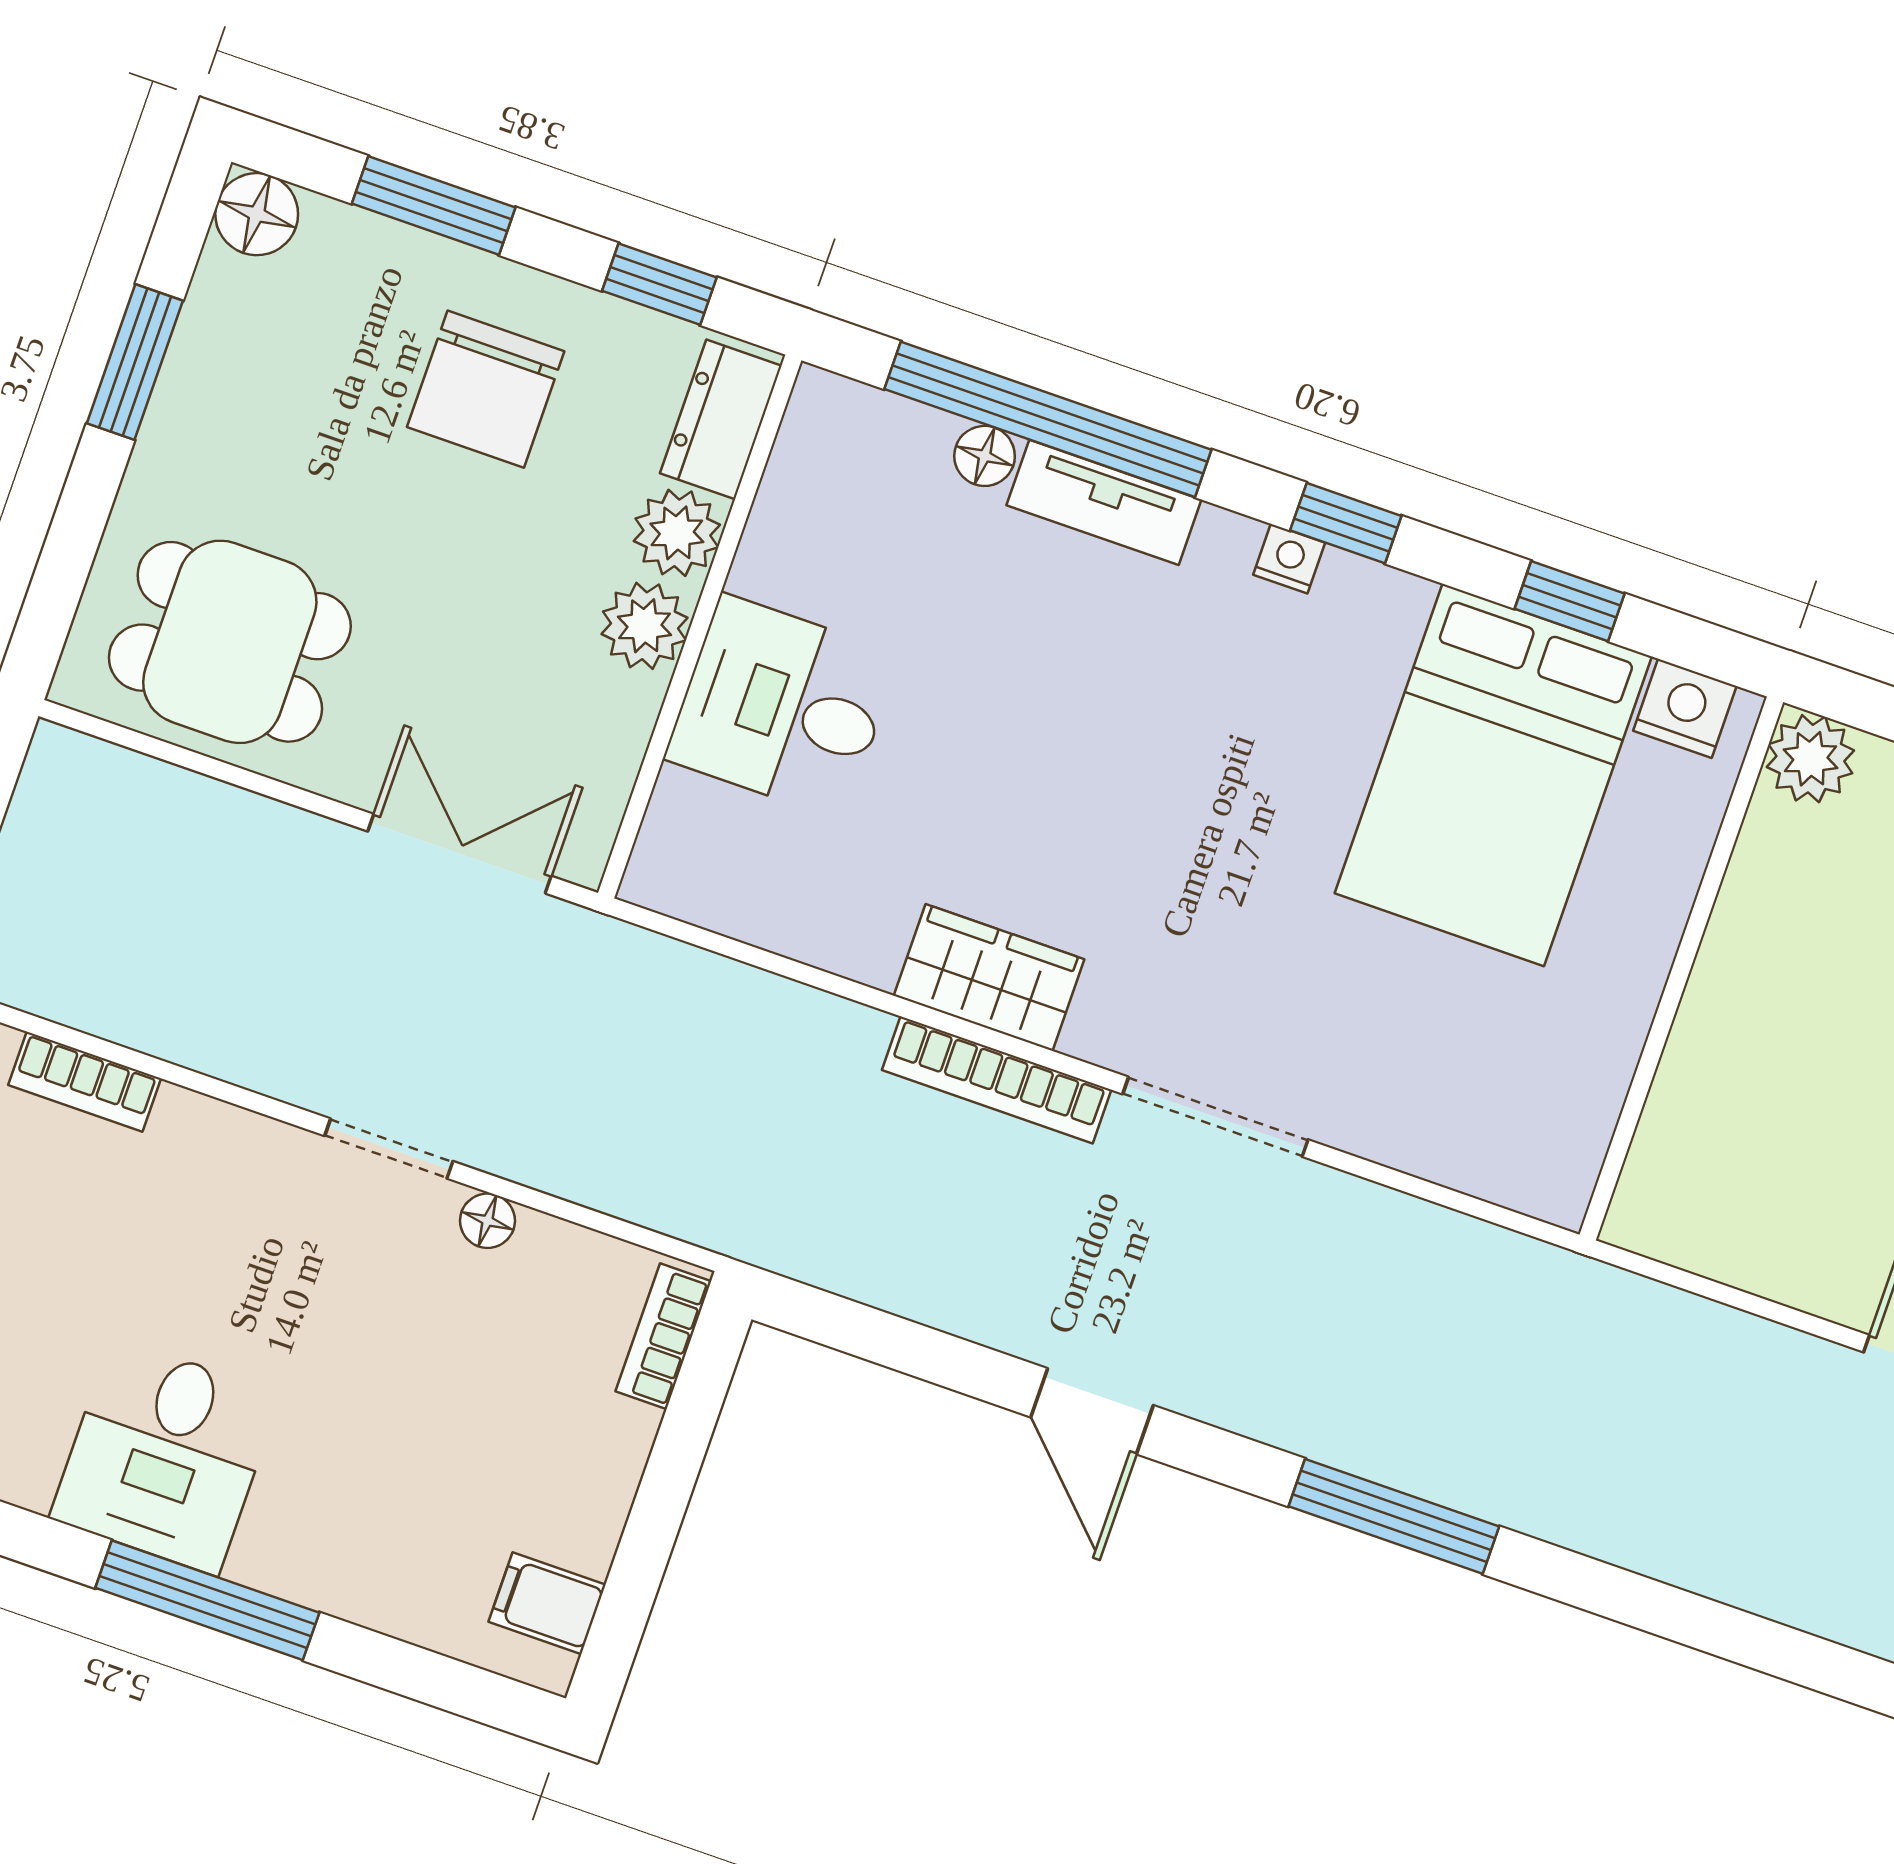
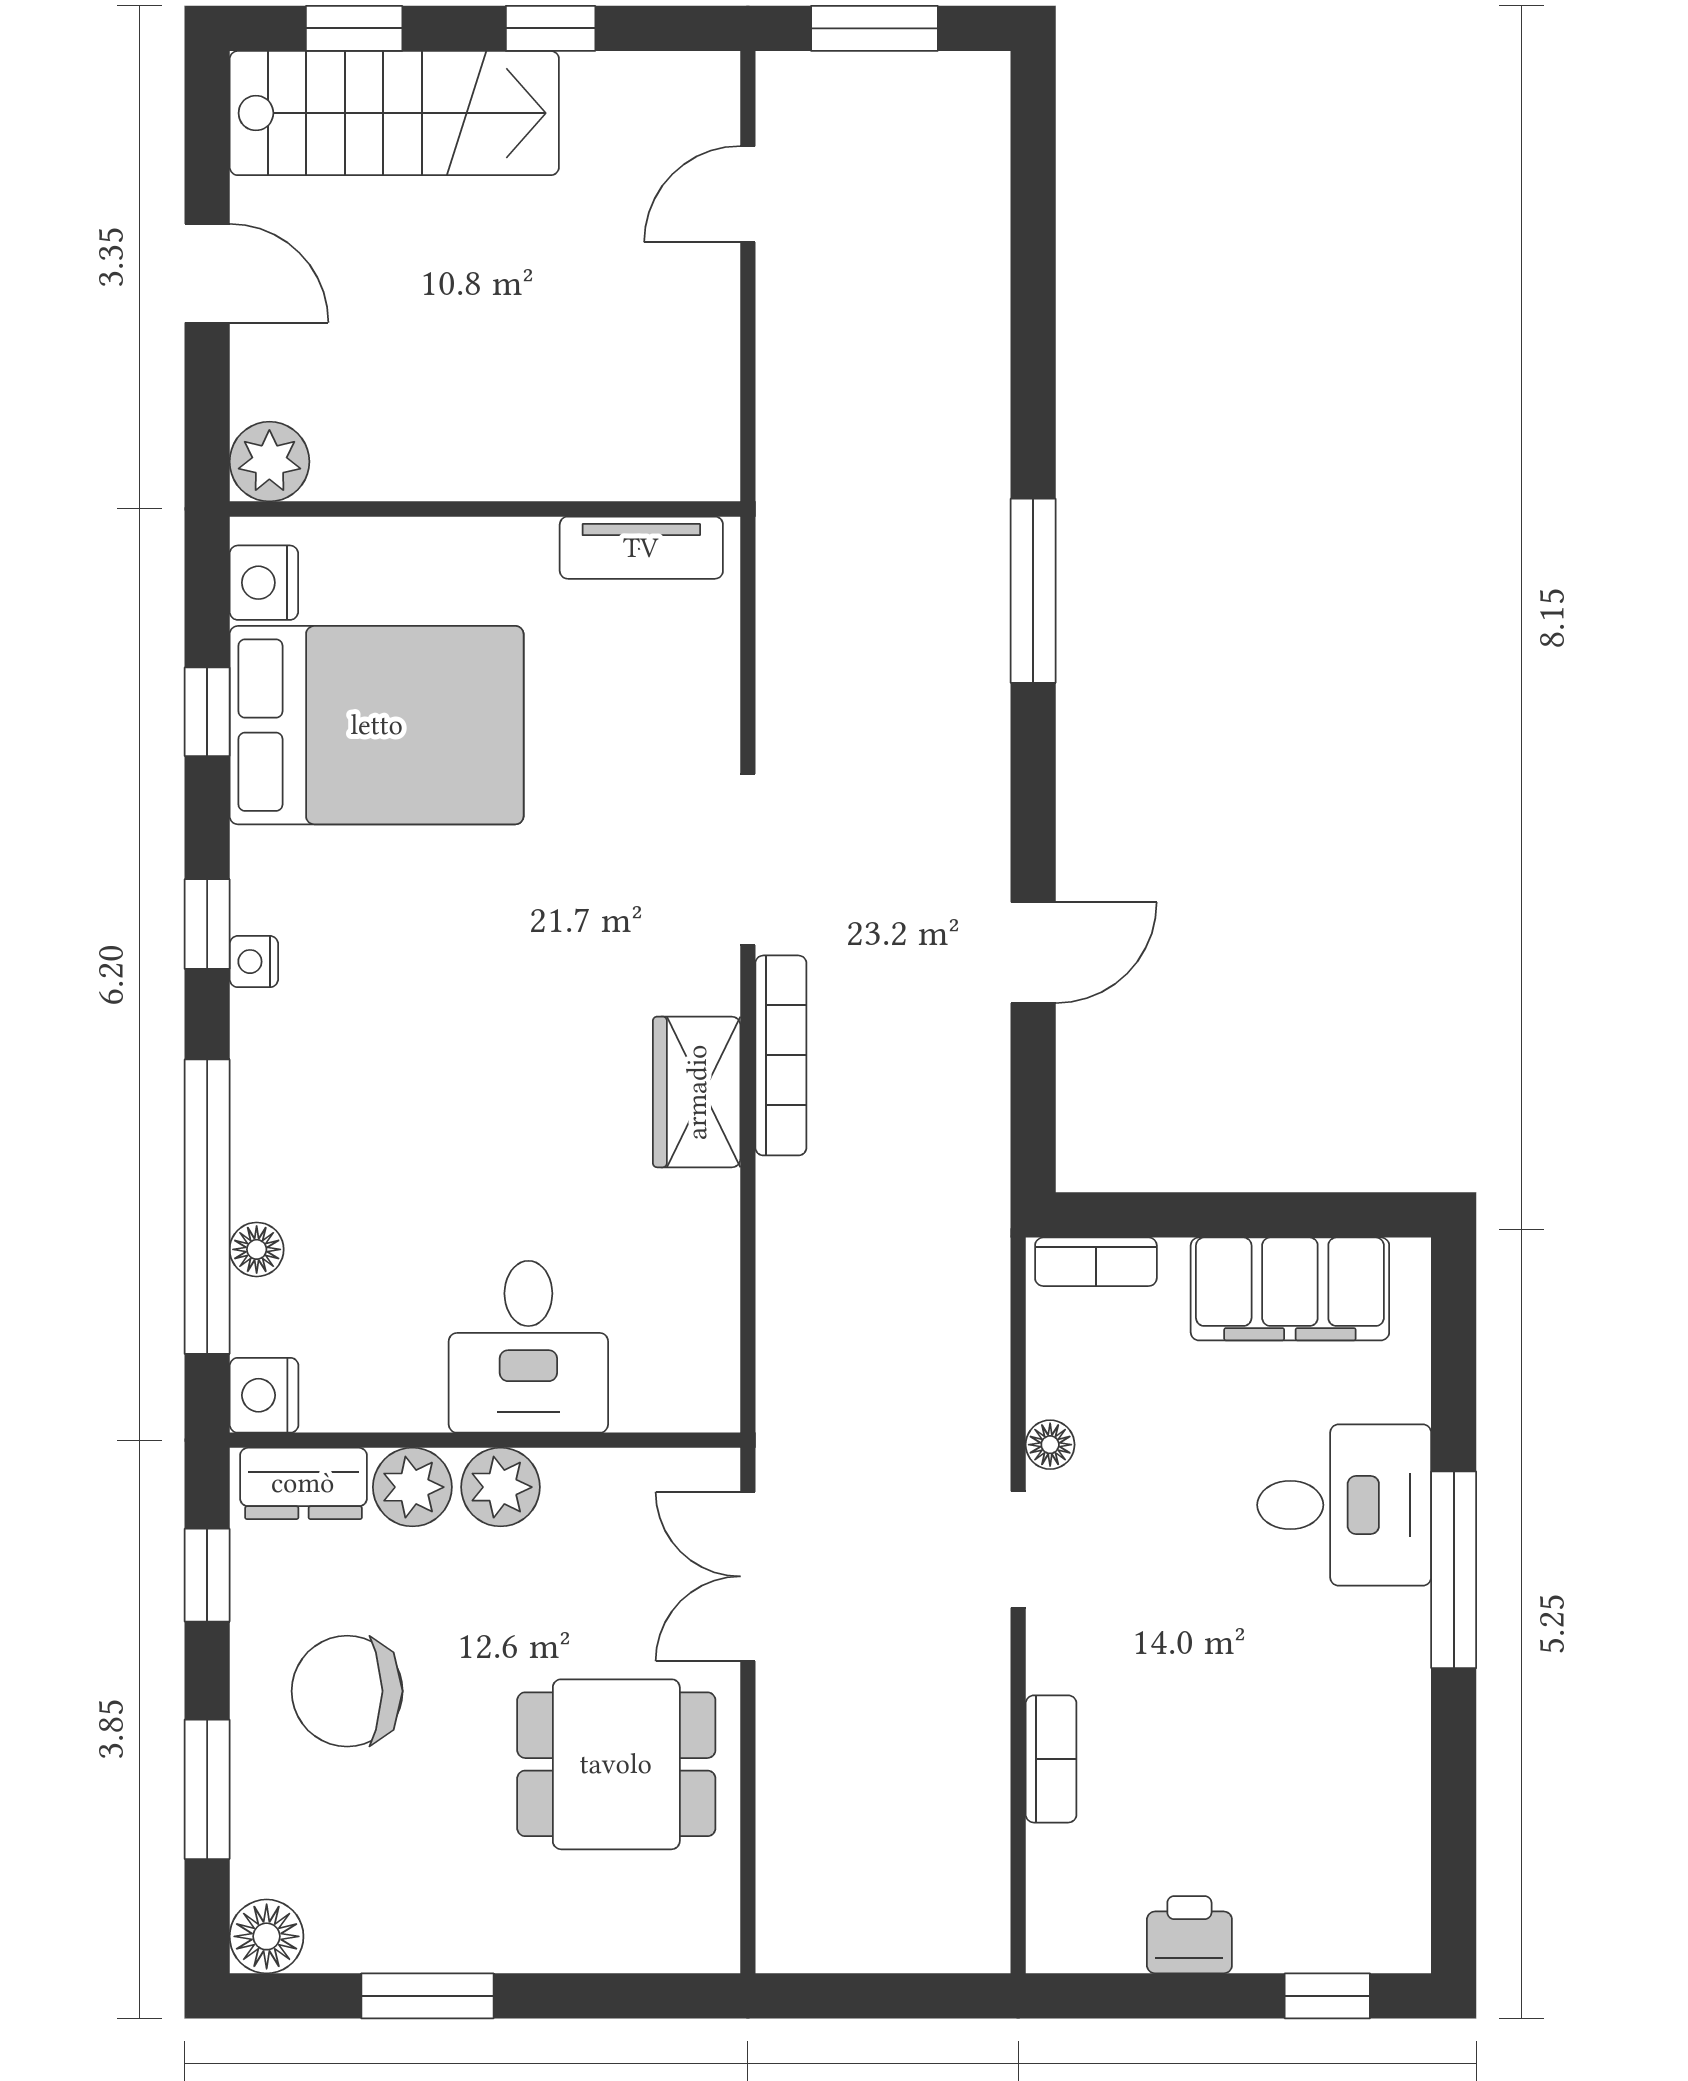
chair: (486, 389) -> (347, 1691), turned 180
nightstand: (828, 410) -> (264, 1395), added
tv unit: (1104, 502) -> (641, 548), moved, turned 90
dining table: (230, 642) -> (616, 1764), moved, turned 90
bookcase: (85, 1082) -> (1051, 1759), moved
door: (1092, 1411) -> (1033, 953), moved
desk: (165, 1456) -> (1344, 1505), moved
filing cabinet: (547, 1603) -> (1290, 1289), width x3.00, depth x1.17

